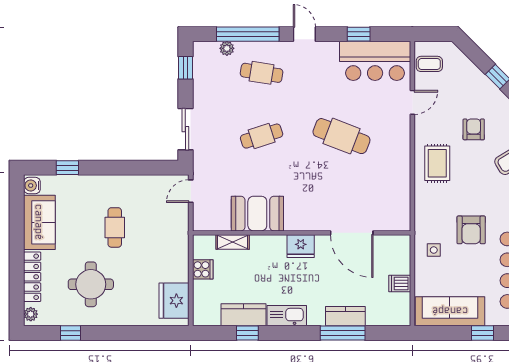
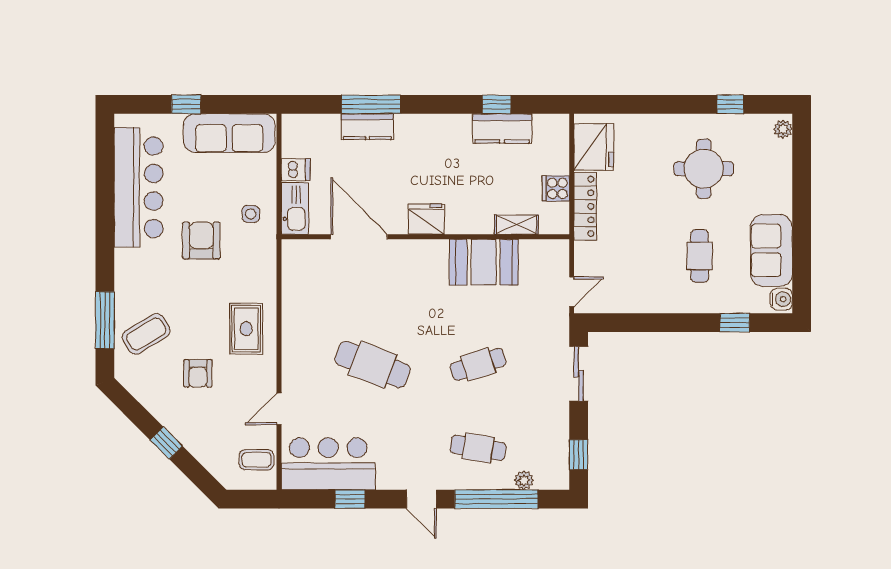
cafe table: (115, 227) -> (700, 256), moved
locker: (32, 277) -> (585, 206), moved, turned 180
kitchen sink: (287, 316) -> (295, 209), moved, turned -90

